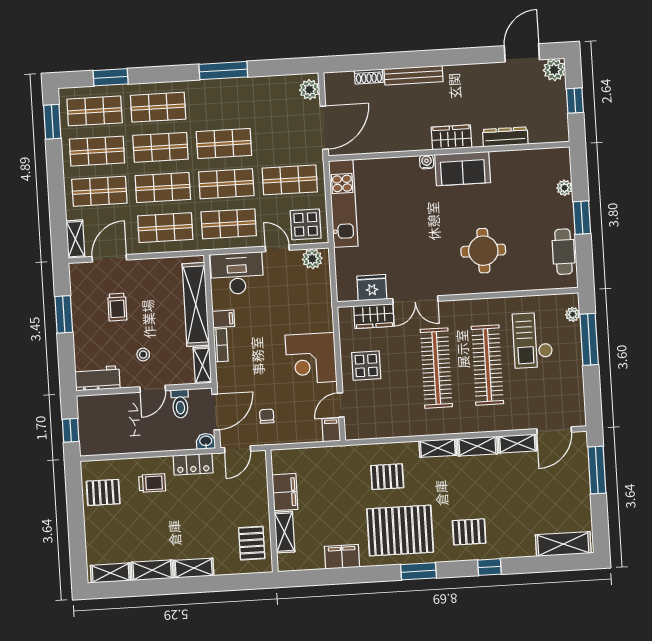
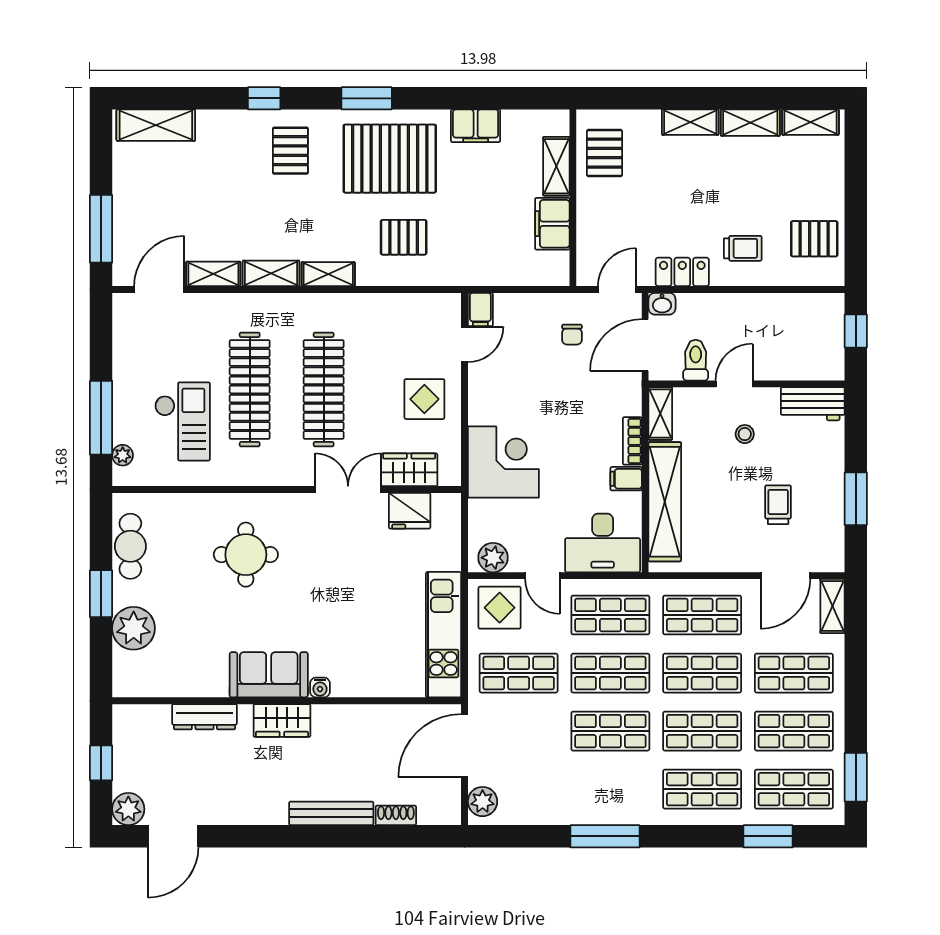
plant: (564, 188) -> (134, 628), width x1.87, depth x1.87
corner desk: (311, 358) -> (503, 462), moved
trolley: (152, 483) -> (743, 248), turned 180
pallet: (469, 532) -> (290, 151), turned 90

